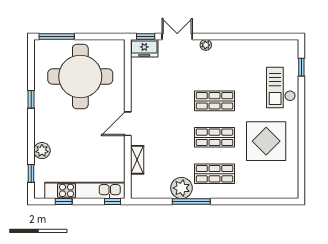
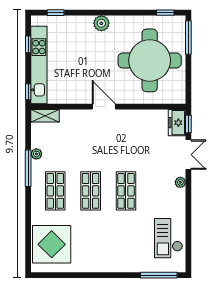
window: (301, 67) -> (159, 275), width x2.17
checkout: (281, 88) -> (168, 238), moved, turned -90
window: (31, 99) -> (165, 13), moved
display table: (266, 141) -> (52, 244), moved
plant: (42, 151) -> (101, 23), moved
shelving: (137, 160) -> (45, 116), moved
plant: (181, 188) -> (36, 154), width x0.53, depth x0.53

